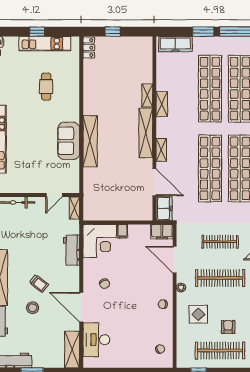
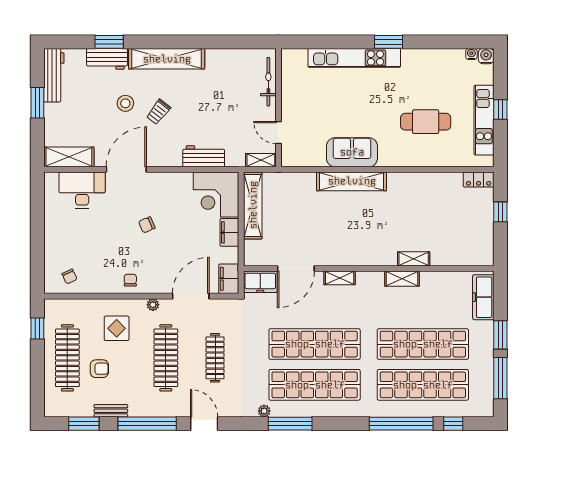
cafe table: (46, 87) -> (426, 122), width x1.37, depth x1.35
shelving: (146, 133) -> (253, 205), moved, turned 90
filing cabinet: (123, 231) -> (229, 232), width x2.00
chair: (105, 284) -> (147, 225), moved

